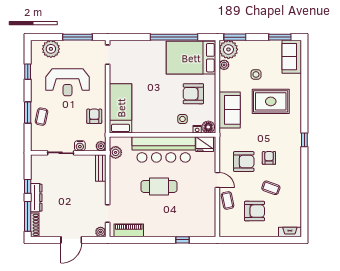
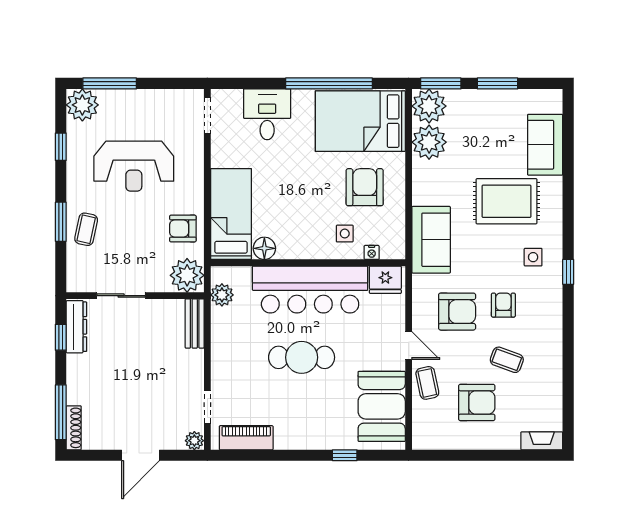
window: (77, 37) -> (110, 83), moved
window: (280, 37) -> (498, 83), moved
plant: (51, 49) -> (82, 105), moved
desk: (140, 54) -> (267, 114), added
sofa: (292, 57) -> (545, 145), moved
plant: (224, 65) -> (429, 142), width x1.87, depth x1.87
side table: (256, 74) -> (533, 257), moved
armchair: (193, 94) -> (365, 187), turned 90
sofa: (230, 110) -> (431, 240), moved
armchair: (94, 116) -> (183, 229), turned -90
floor lamp: (208, 127) -> (264, 248), moved
water cooler: (80, 146) -> (156, 283), removed
plant: (101, 146) -> (187, 275), width x1.88, depth x1.88
window: (28, 186) -> (61, 337), moved
dresser: (36, 198) -> (76, 327), moved
booth: (203, 213) -> (382, 406), added

